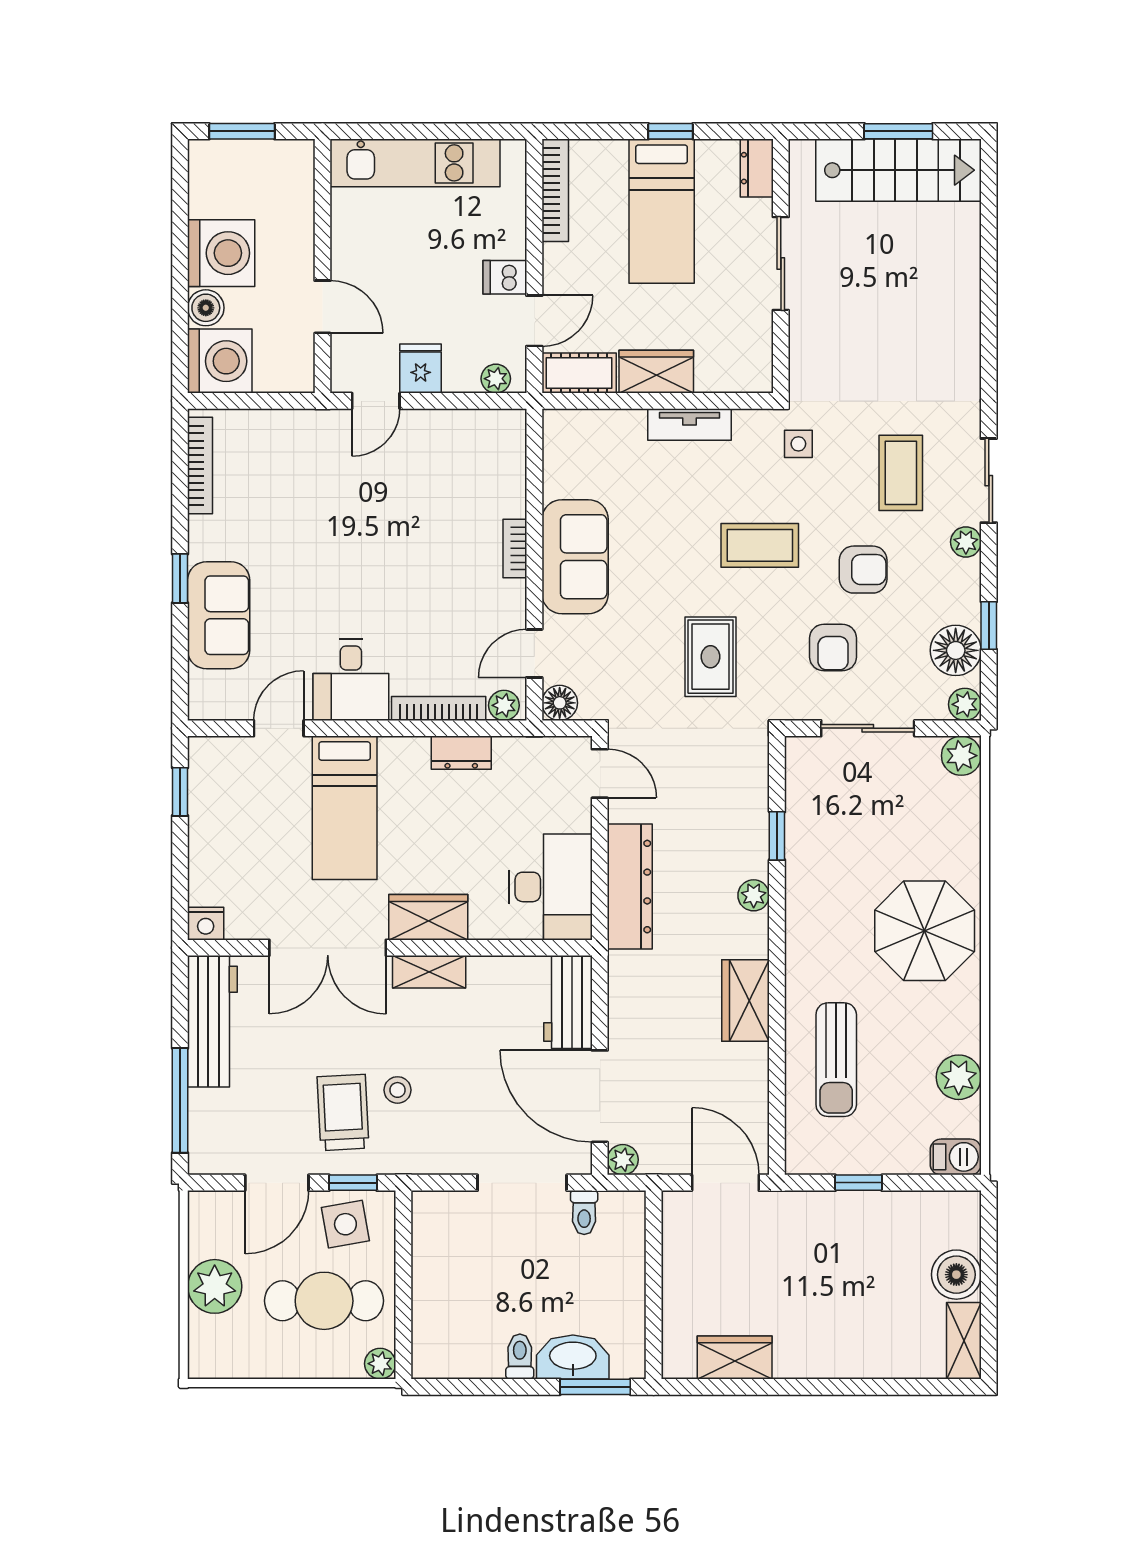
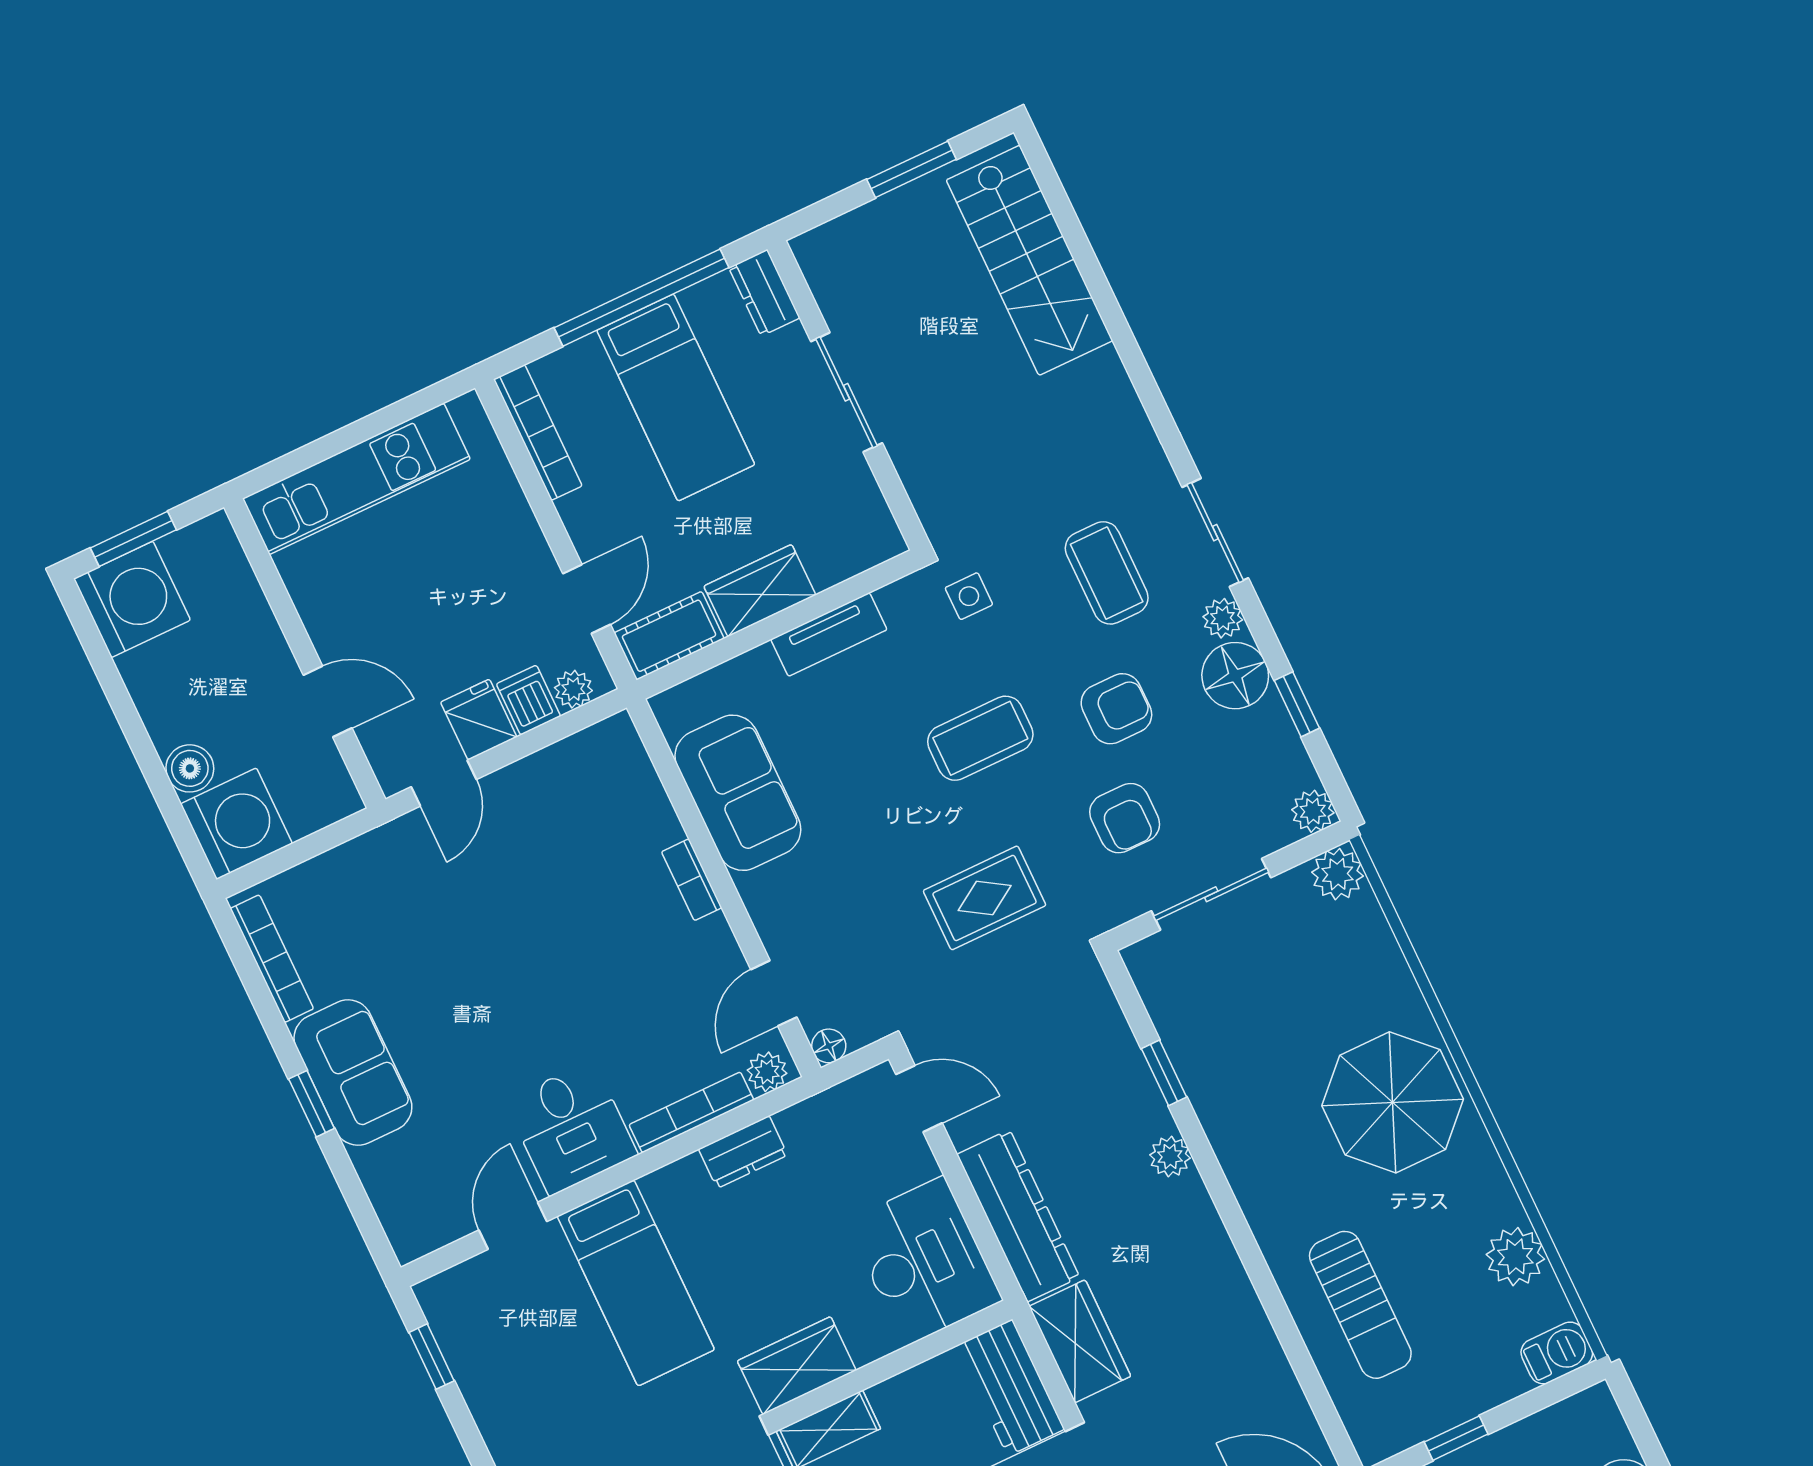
window: (671, 131) -> (641, 298), width x3.17
stairs: (898, 170) -> (1029, 260), moved, turned 90
washing machine: (221, 253) -> (132, 599), moved
dishwasher: (505, 277) -> (528, 700), moved, turned 90
sofa: (575, 557) -> (738, 793), moved
sofa: (219, 615) -> (353, 1073), moved
floor lamp: (956, 650) -> (1235, 676), moved
rug: (710, 657) -> (985, 898), turned 90
floor lamp: (560, 703) -> (829, 1046), width x0.73, depth x0.73
wardrobe: (746, 1001) -> (1080, 1341), moved, turned 180

